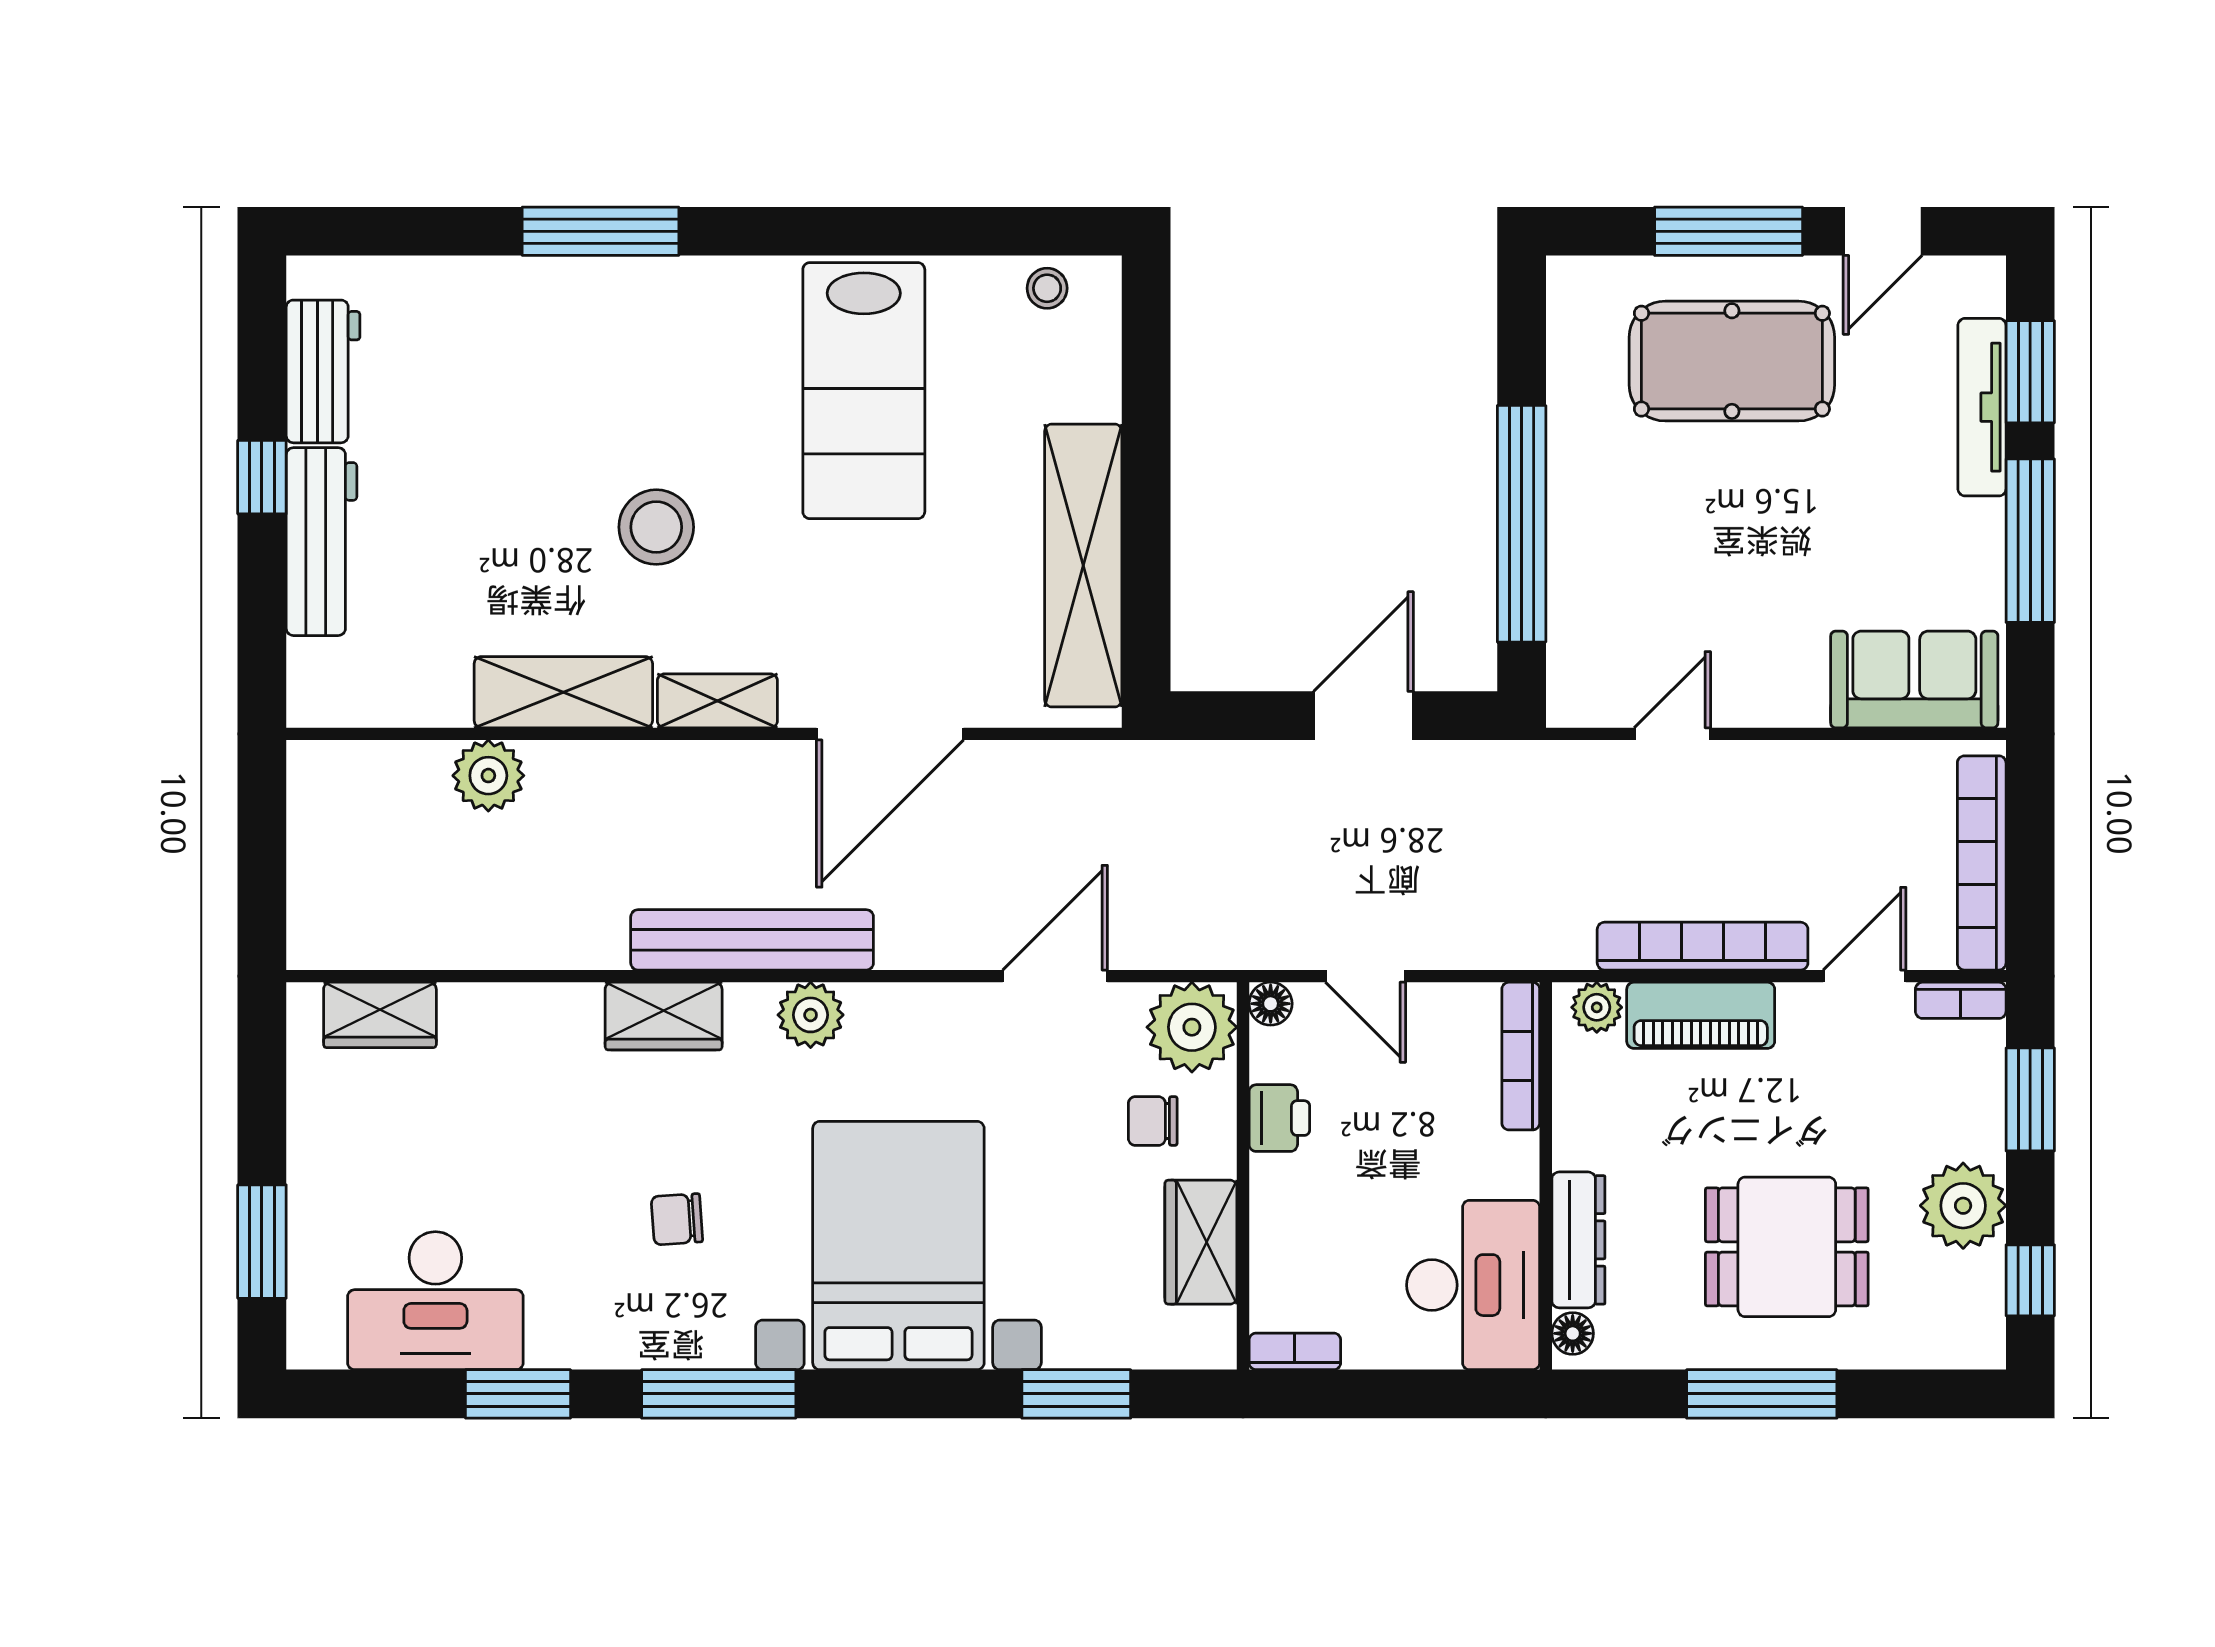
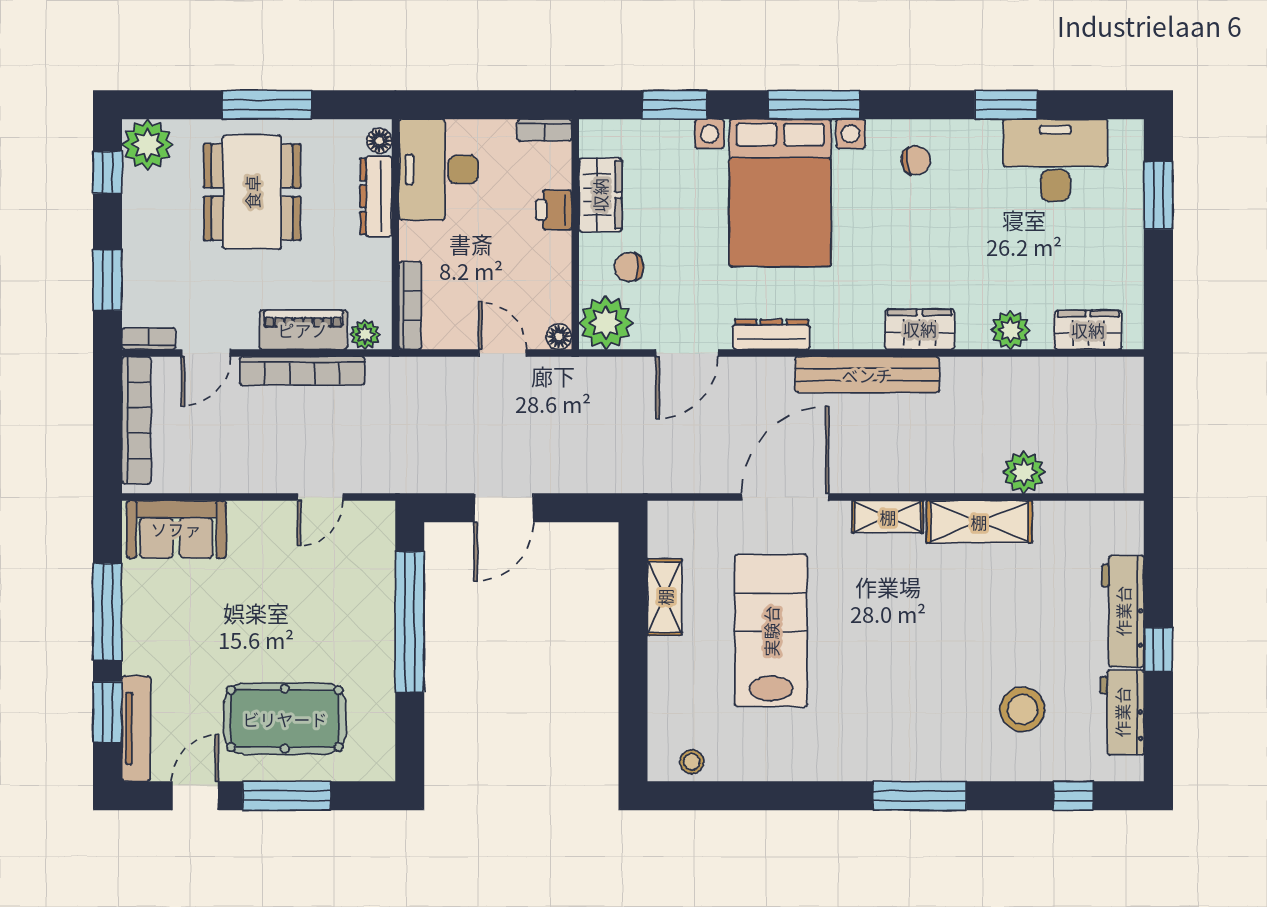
window: (405, 231) -> (1073, 796), added
window: (600, 231) -> (920, 796), moved
lab bench: (864, 391) -> (771, 631), moved
tv unit: (1982, 407) -> (136, 729), moved
stool: (656, 527) -> (1022, 709), moved
shelving: (1083, 566) -> (665, 597), width x0.45, depth x0.75
dresser: (913, 1008) -> (771, 334), added
plant: (811, 1015) -> (1010, 330), moved
printer: (1279, 1118) -> (554, 210), moved
chair: (1153, 1121) -> (629, 267), turned 180
plant: (1963, 1206) -> (147, 145), moved
chair: (677, 1219) -> (916, 160), moved
dining table: (1787, 1247) -> (252, 192), width x1.38
window: (719, 1394) -> (814, 105), moved

